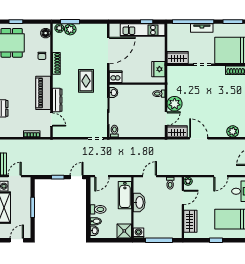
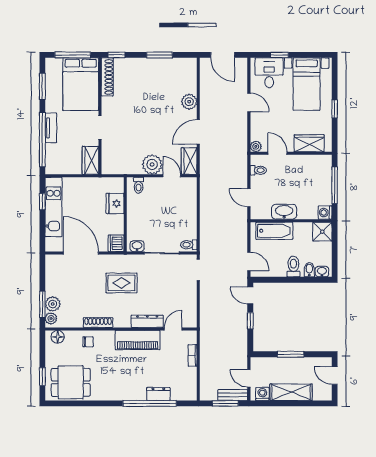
fridge: (158, 69) -> (115, 203), moved, turned 90
plant: (233, 131) -> (189, 102), moved

